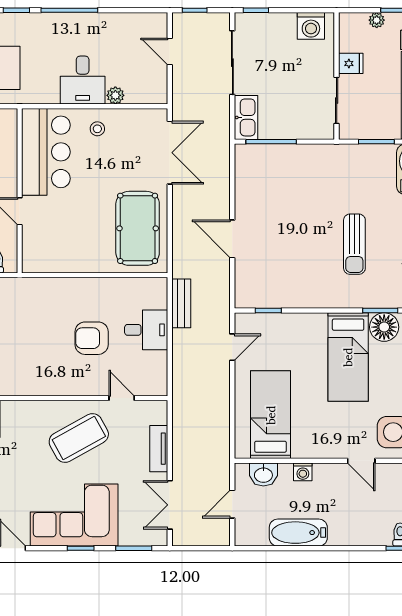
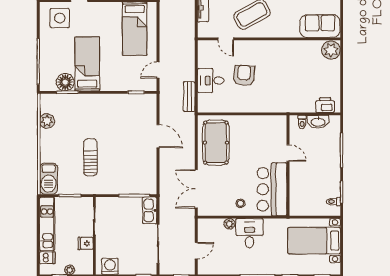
door: (170, 51) -> (196, 251), hinge flipped
sun lounger: (354, 244) -> (90, 157), moved
armchair: (92, 338) -> (244, 75), turned -86

